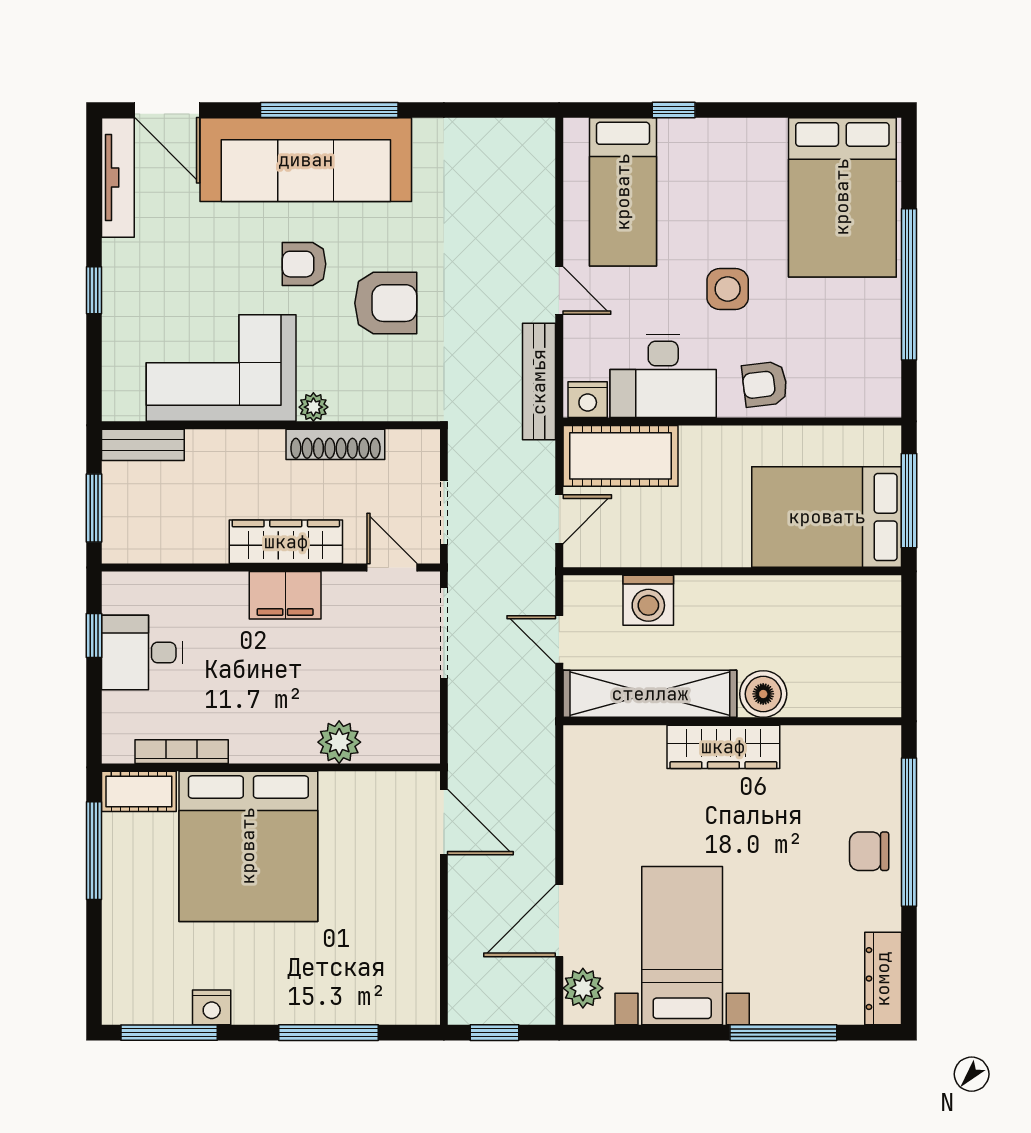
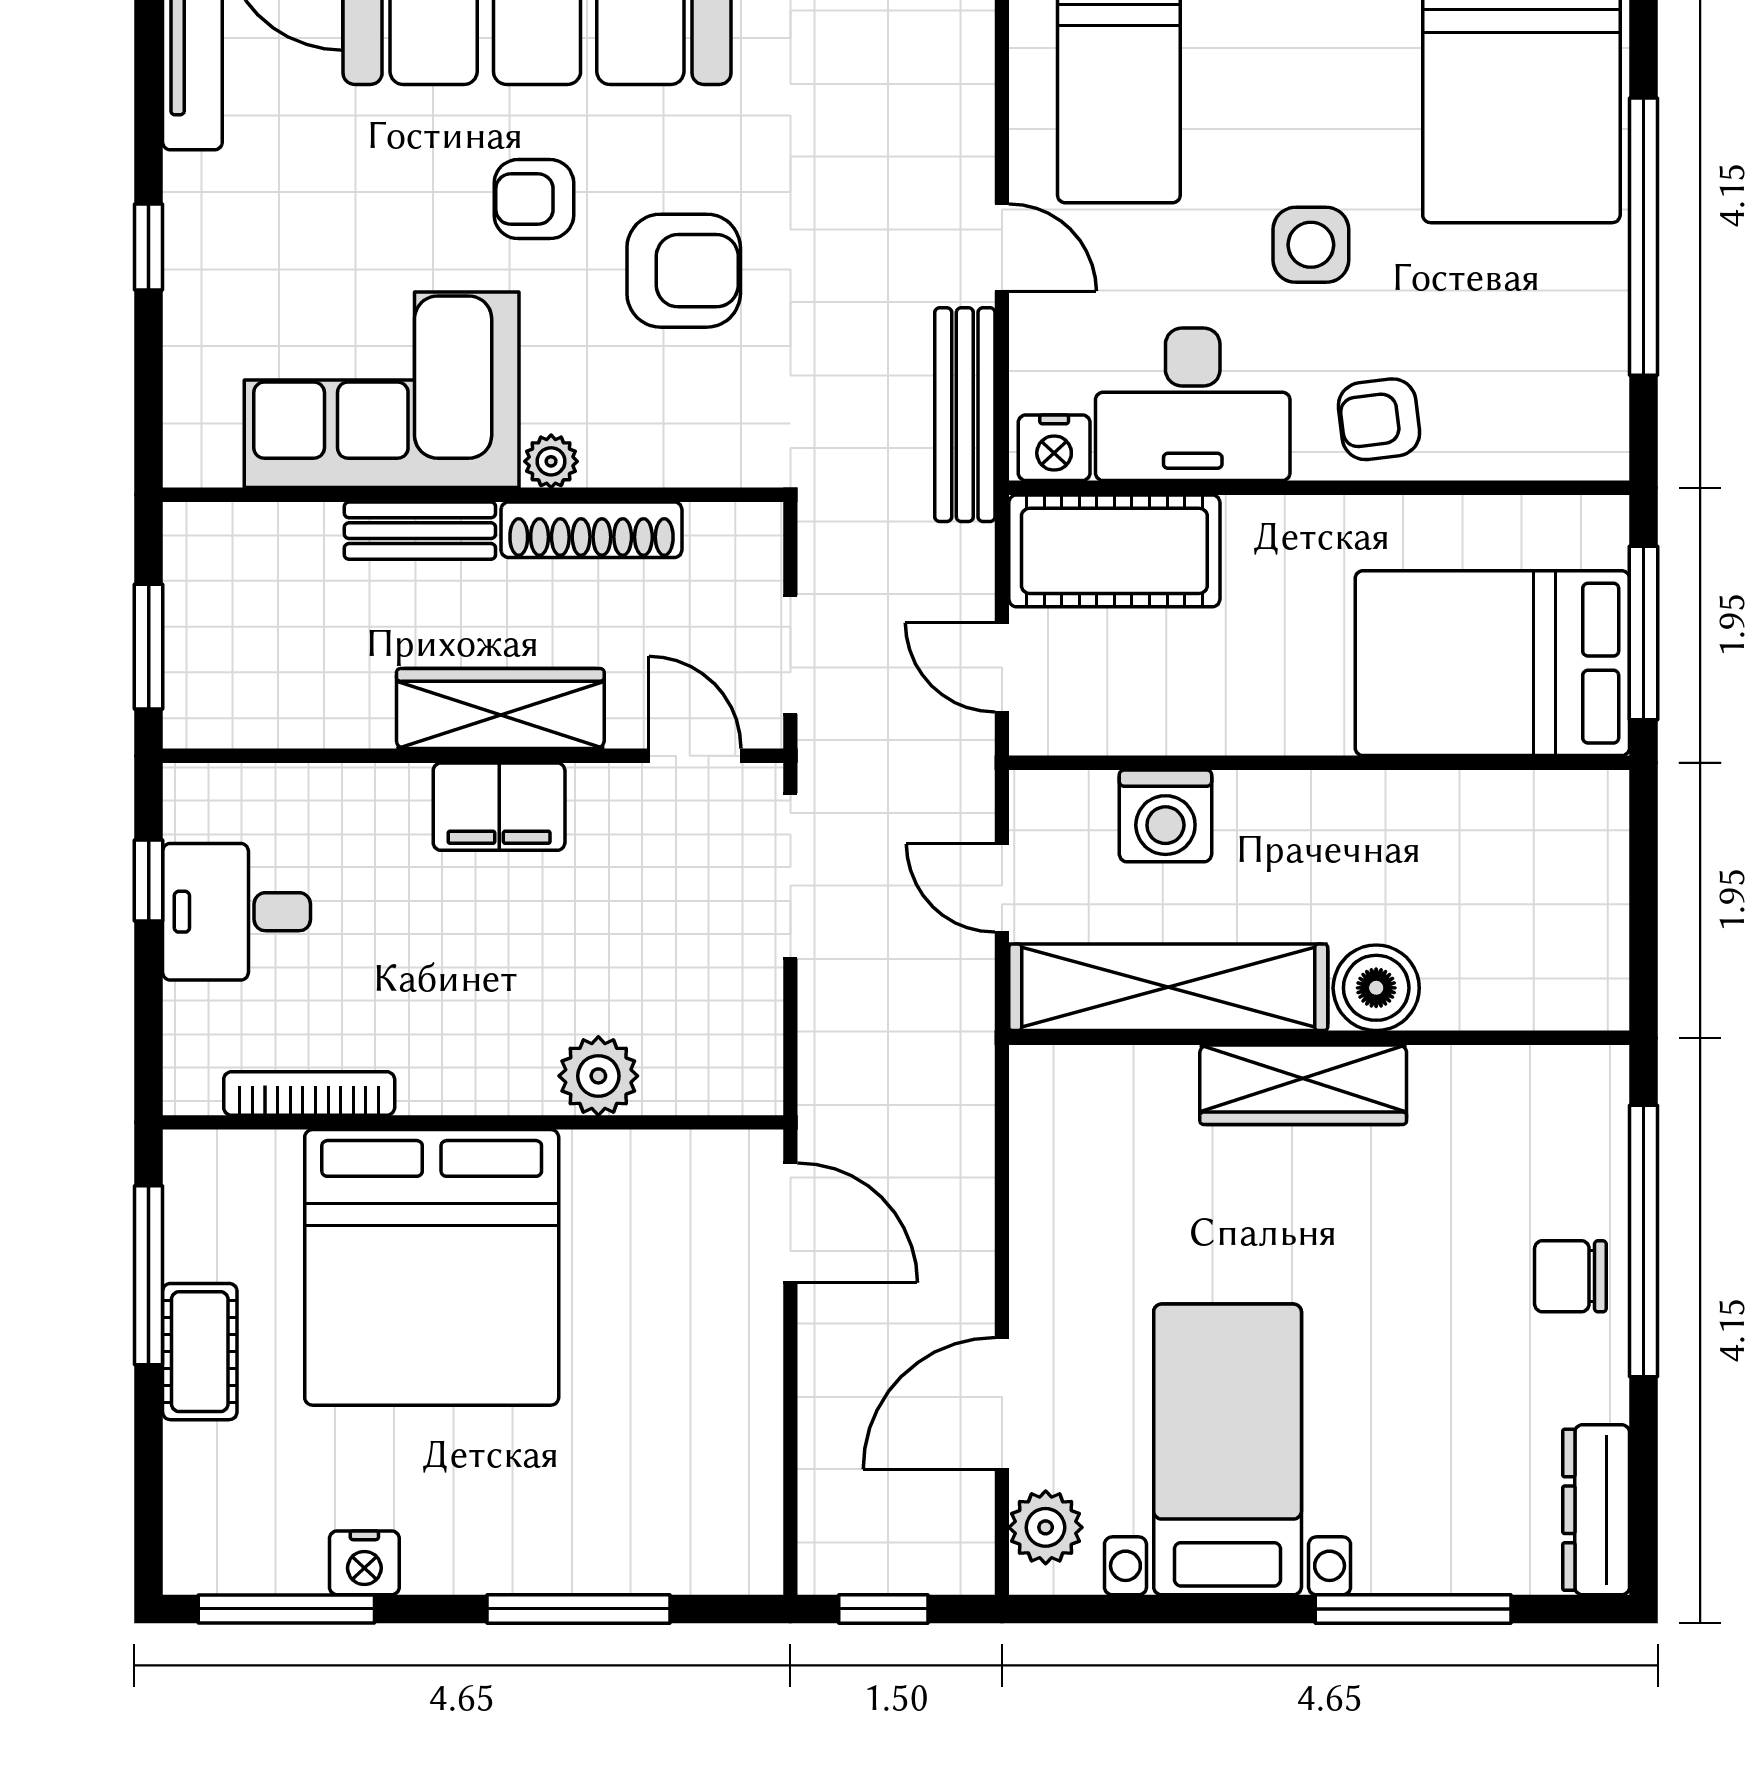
bench: (143, 445) -> (420, 531), moved
door: (559, 519) -> (1002, 667), swing flipped
cot: (139, 791) -> (200, 1352), moved, turned 90

